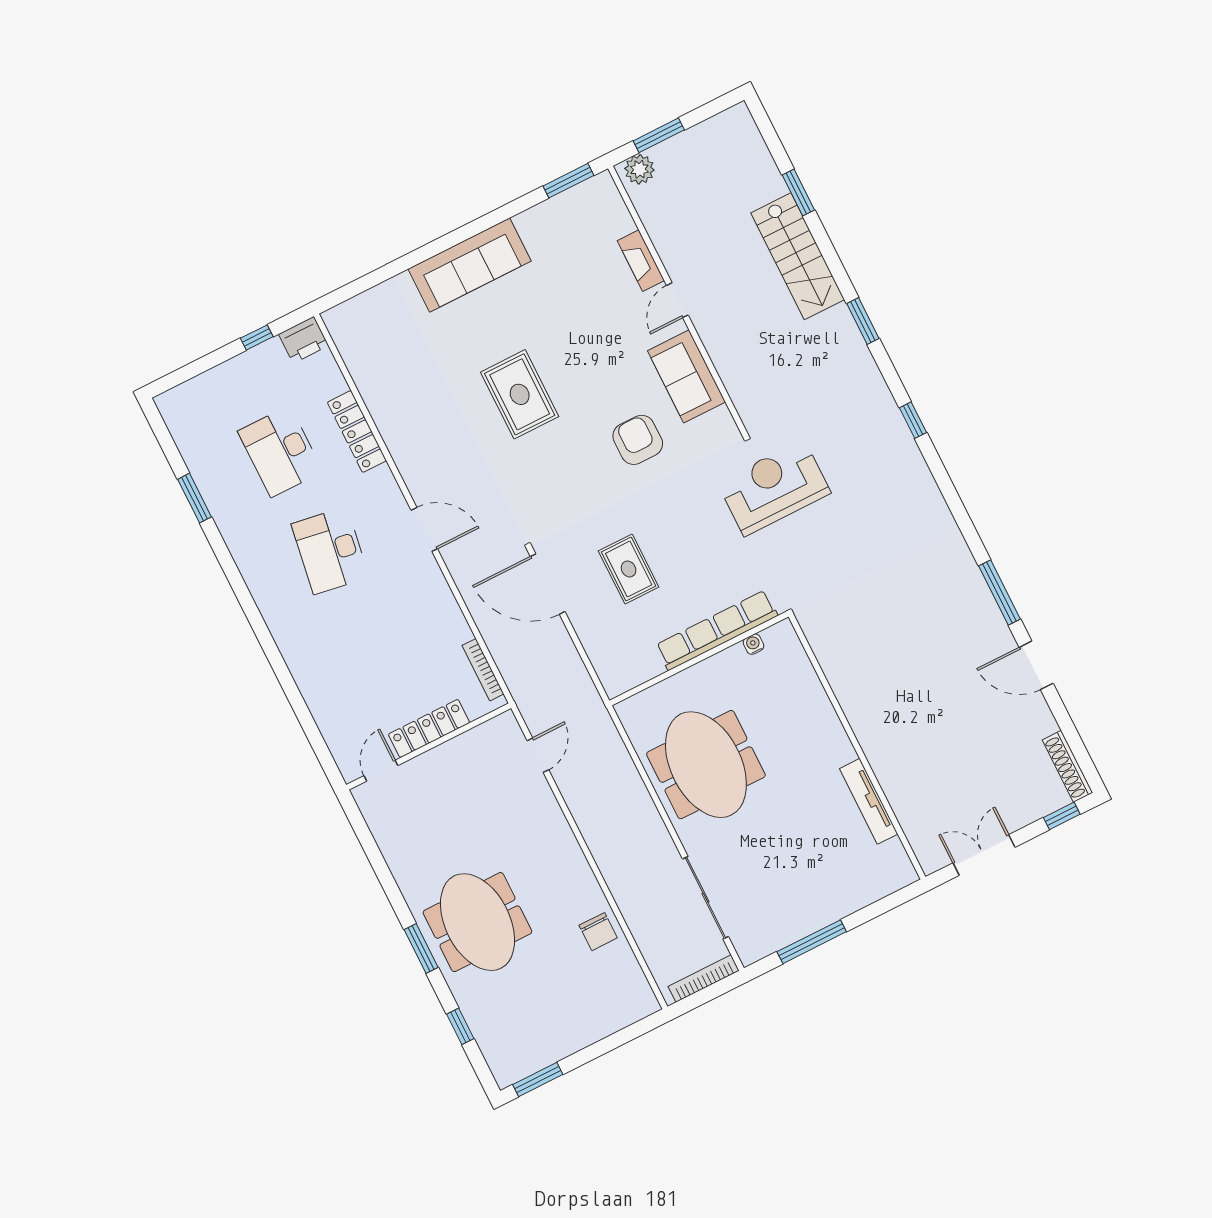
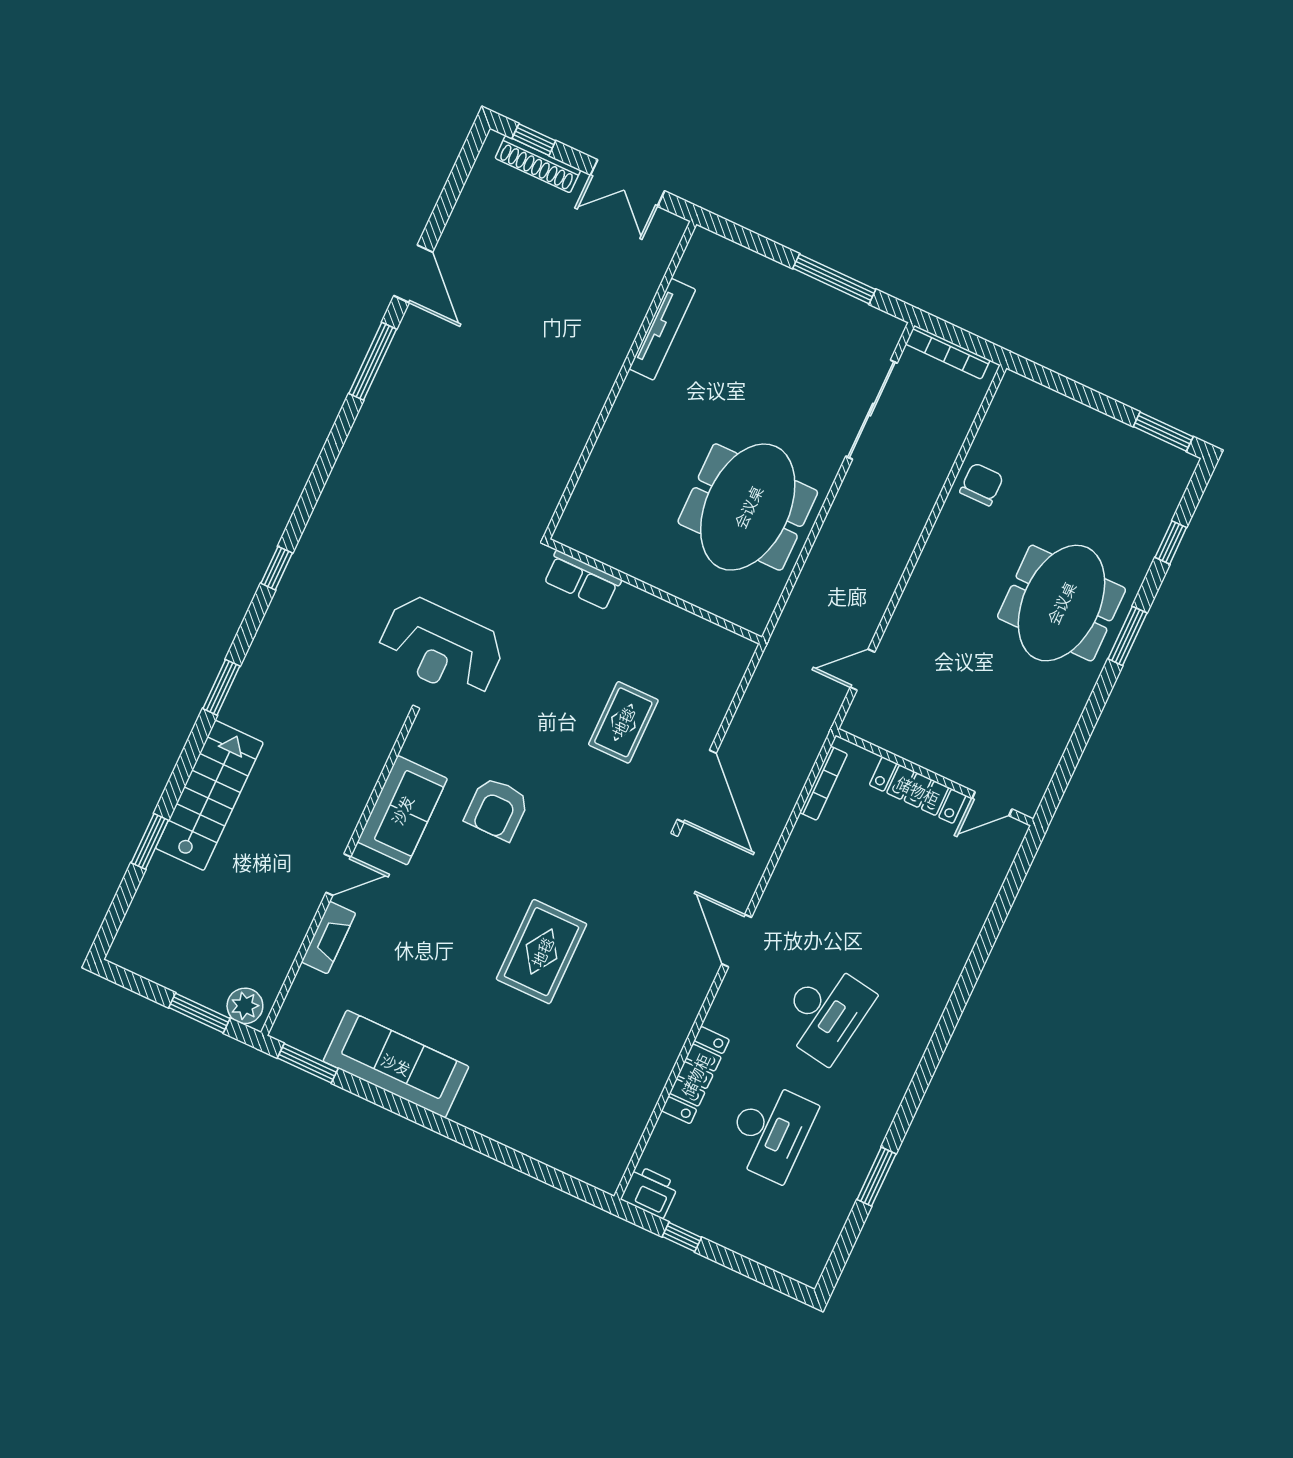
sofa: (470, 265) -> (396, 1064), moved
row of seats: (717, 630) -> (582, 580), width x0.50
water cooler: (754, 644) -> (601, 551), removed
shoe rack: (1067, 766) -> (538, 164), moved, turned 90

